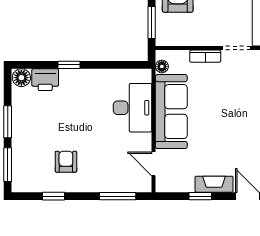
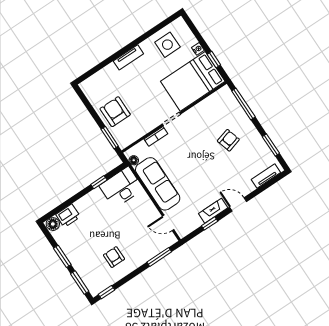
window: (69, 65) -> (99, 182), moved
desk: (133, 108) -> (121, 187), moved, turned -90
window: (54, 196) -> (106, 292), moved

